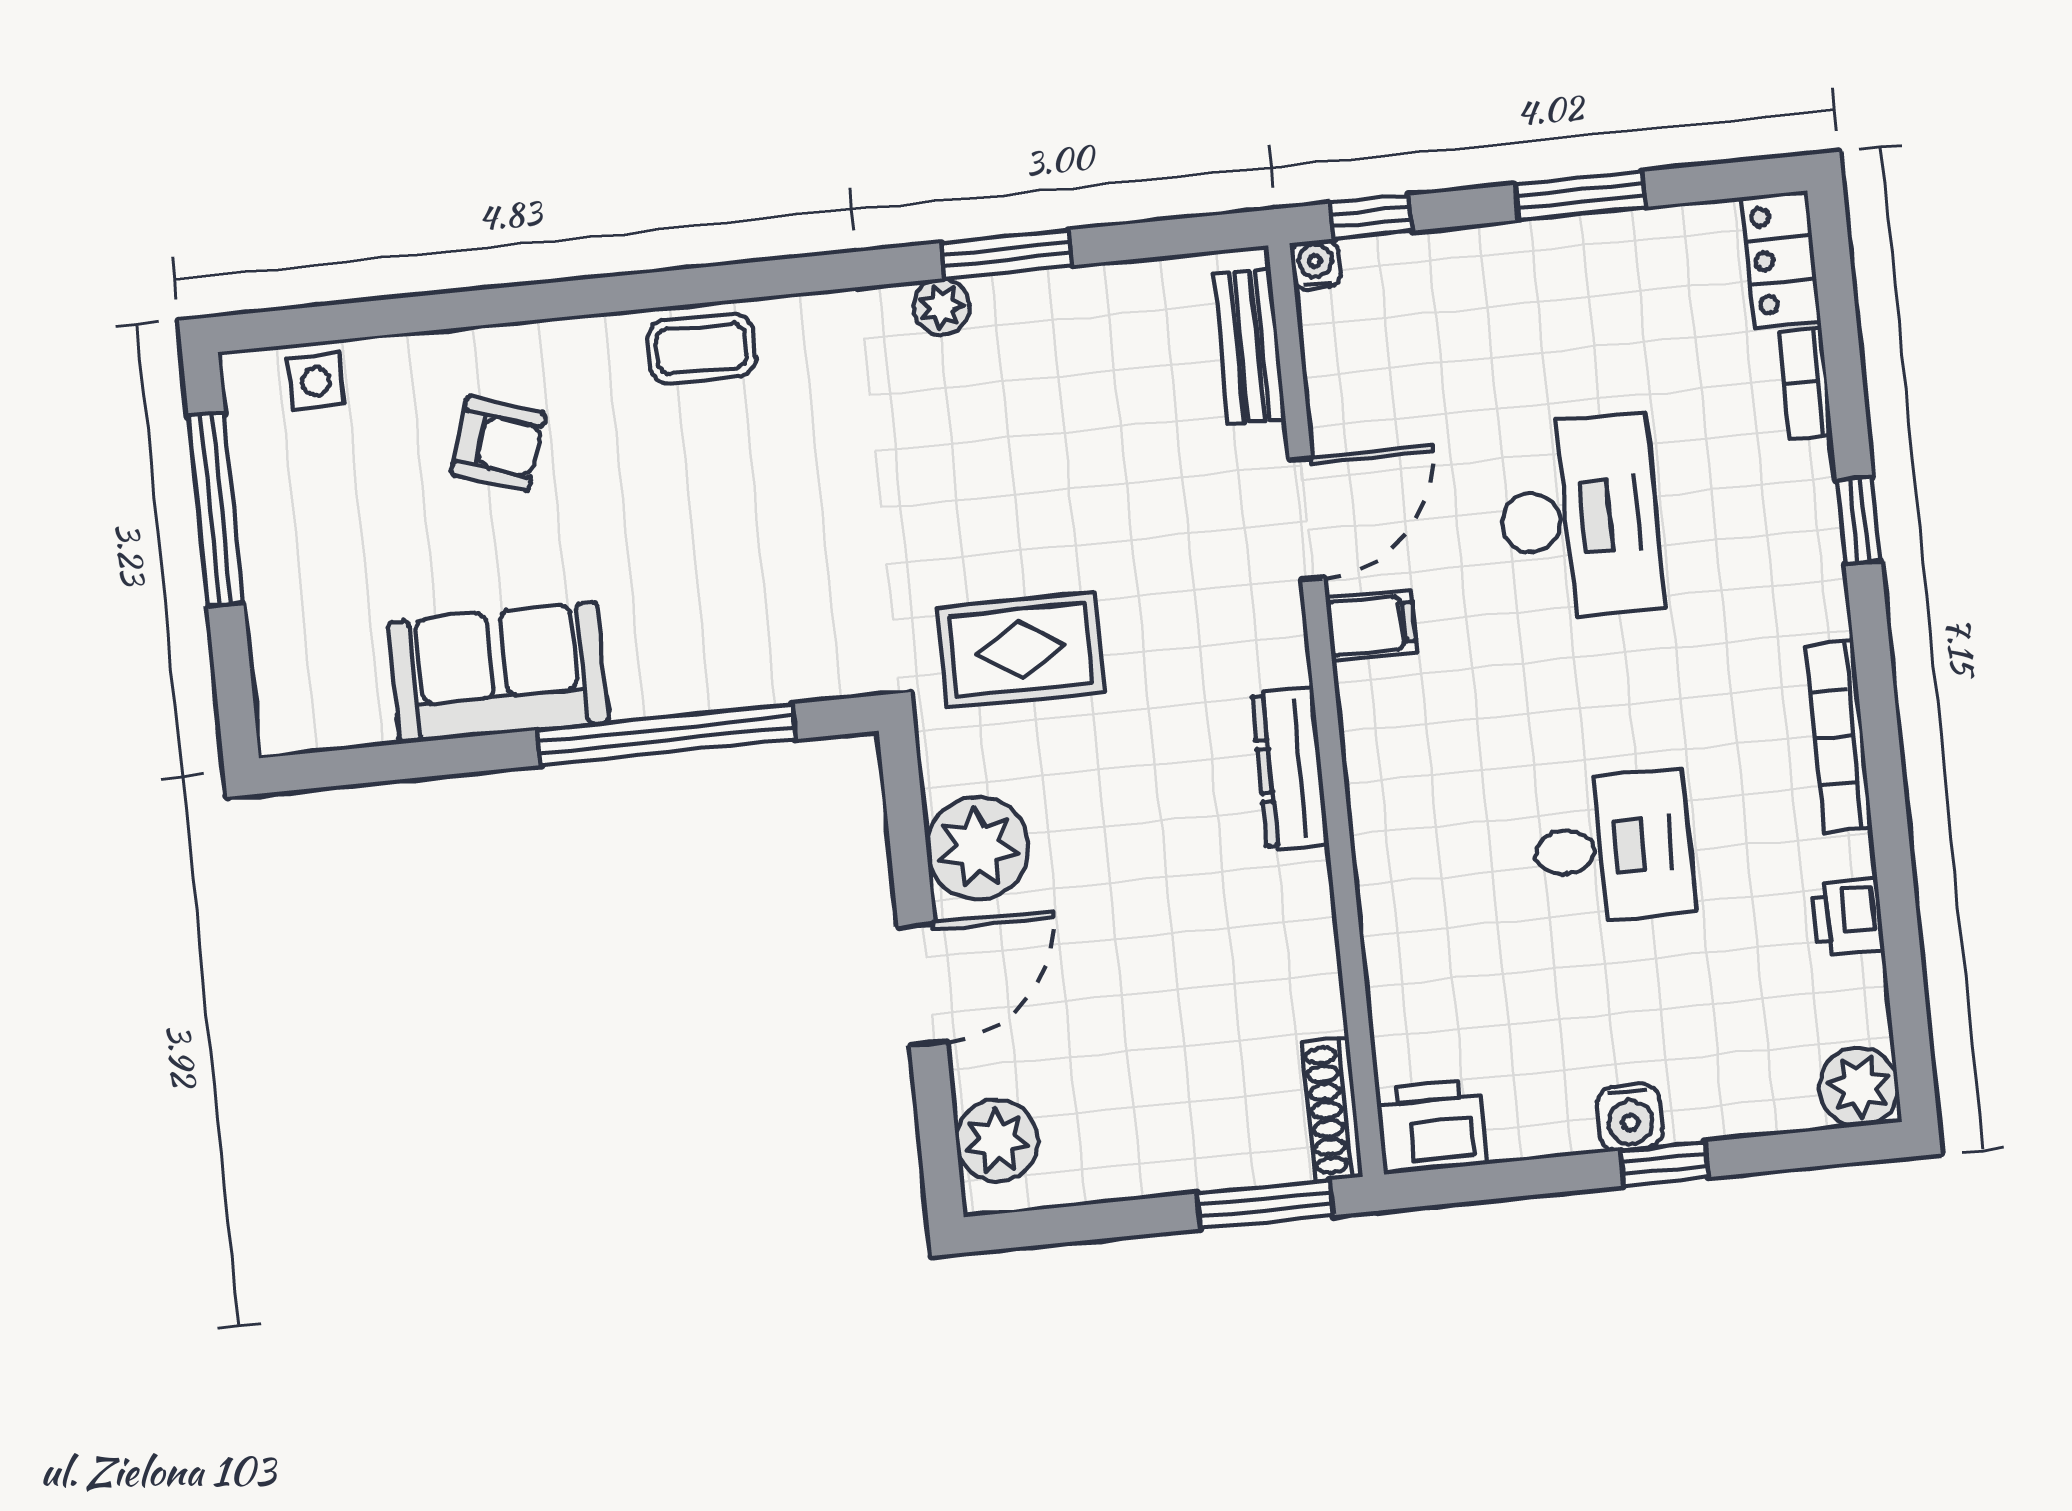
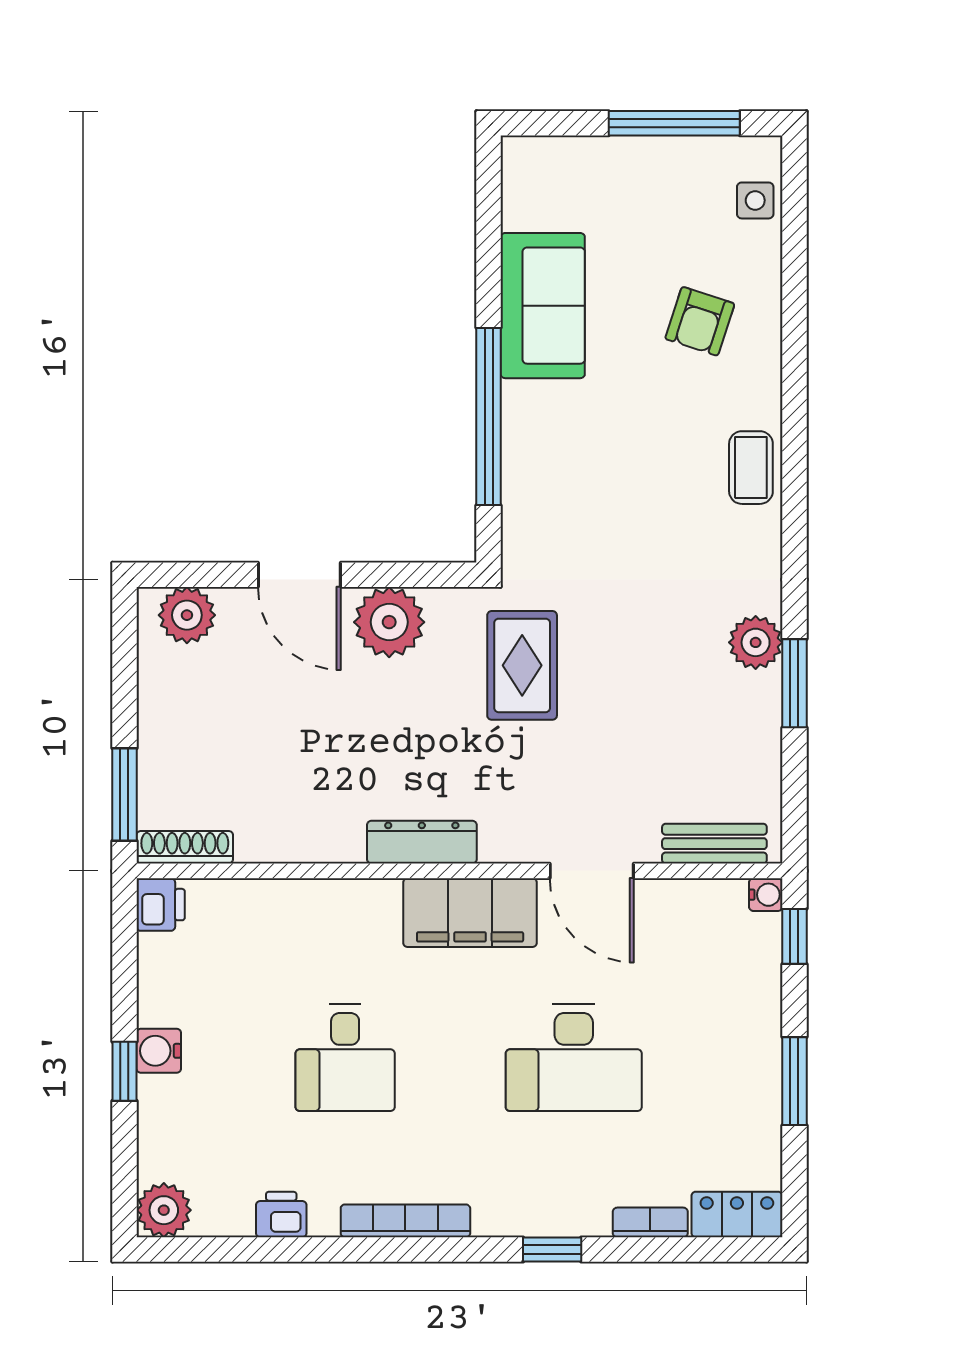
plant: (942, 307) -> (756, 642), width x1.38, depth x1.38
filing cabinet: (1371, 625) -> (470, 913), width x3.00, depth x1.17
printer: (1432, 1126) -> (161, 905), width x0.73, depth x0.81

